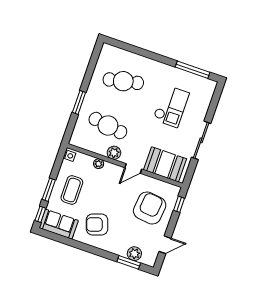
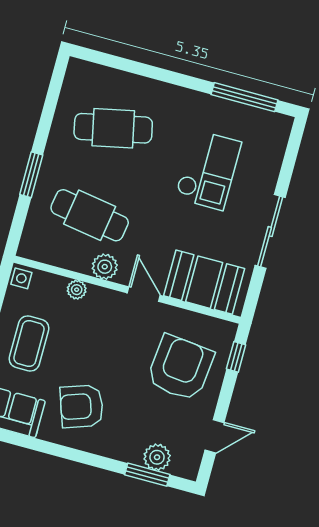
door: (133, 168) -> (144, 294), swing flipped

